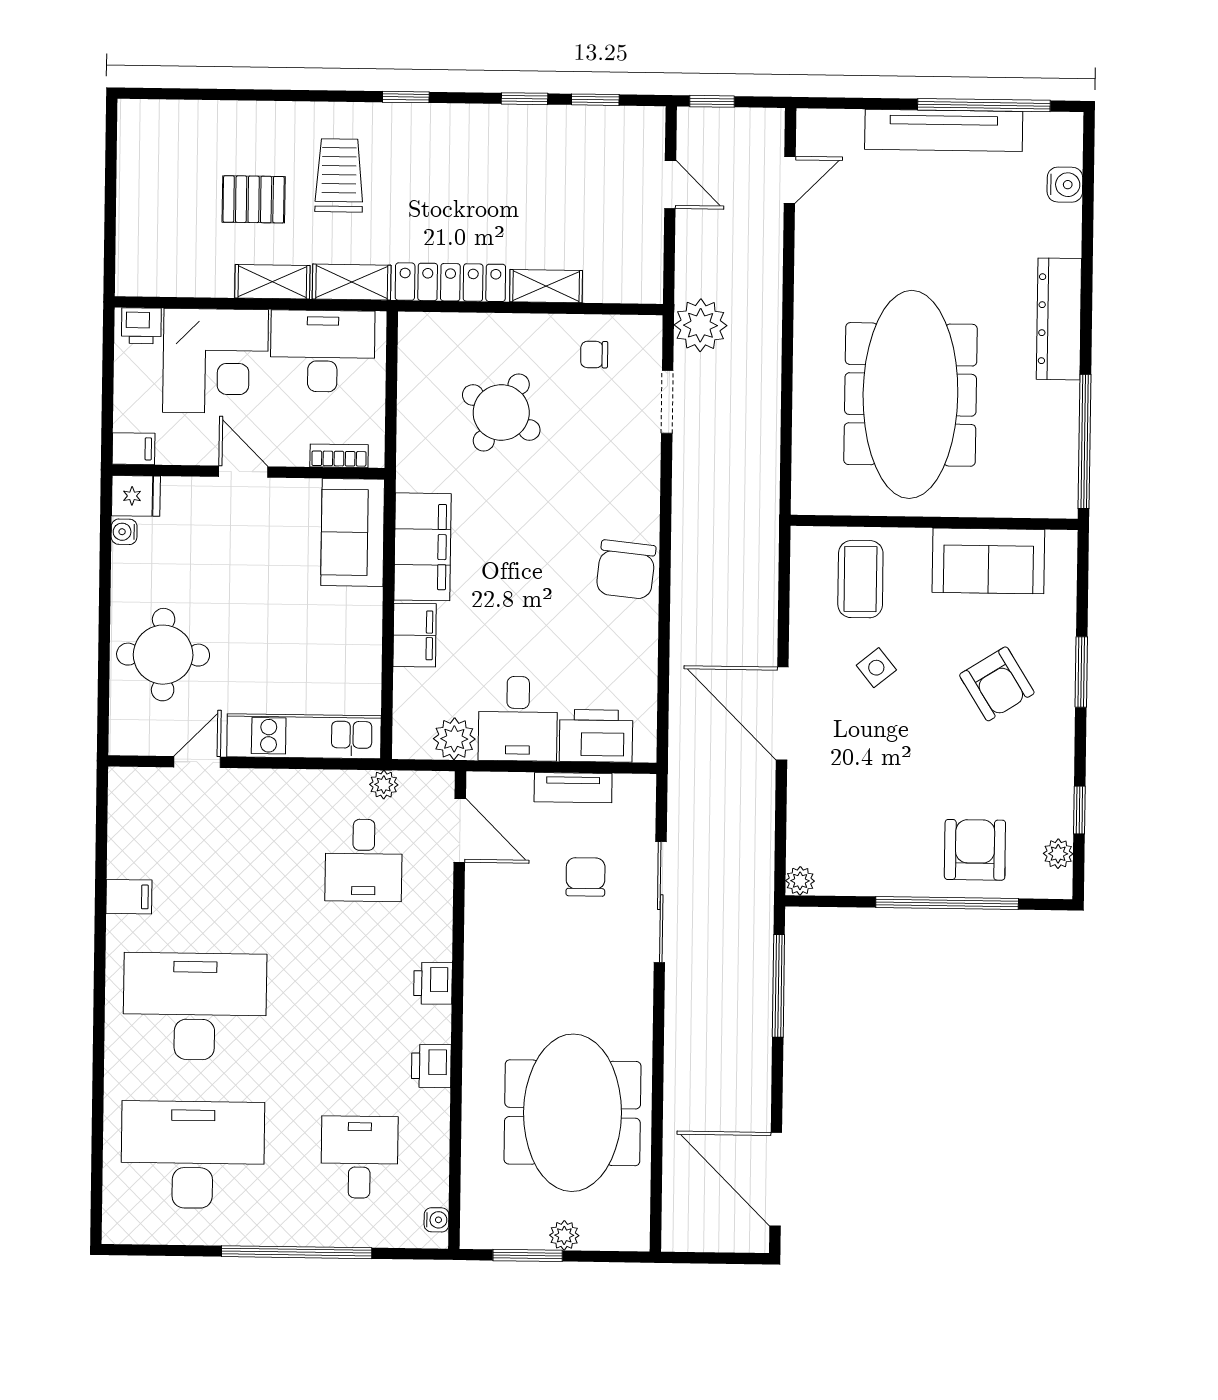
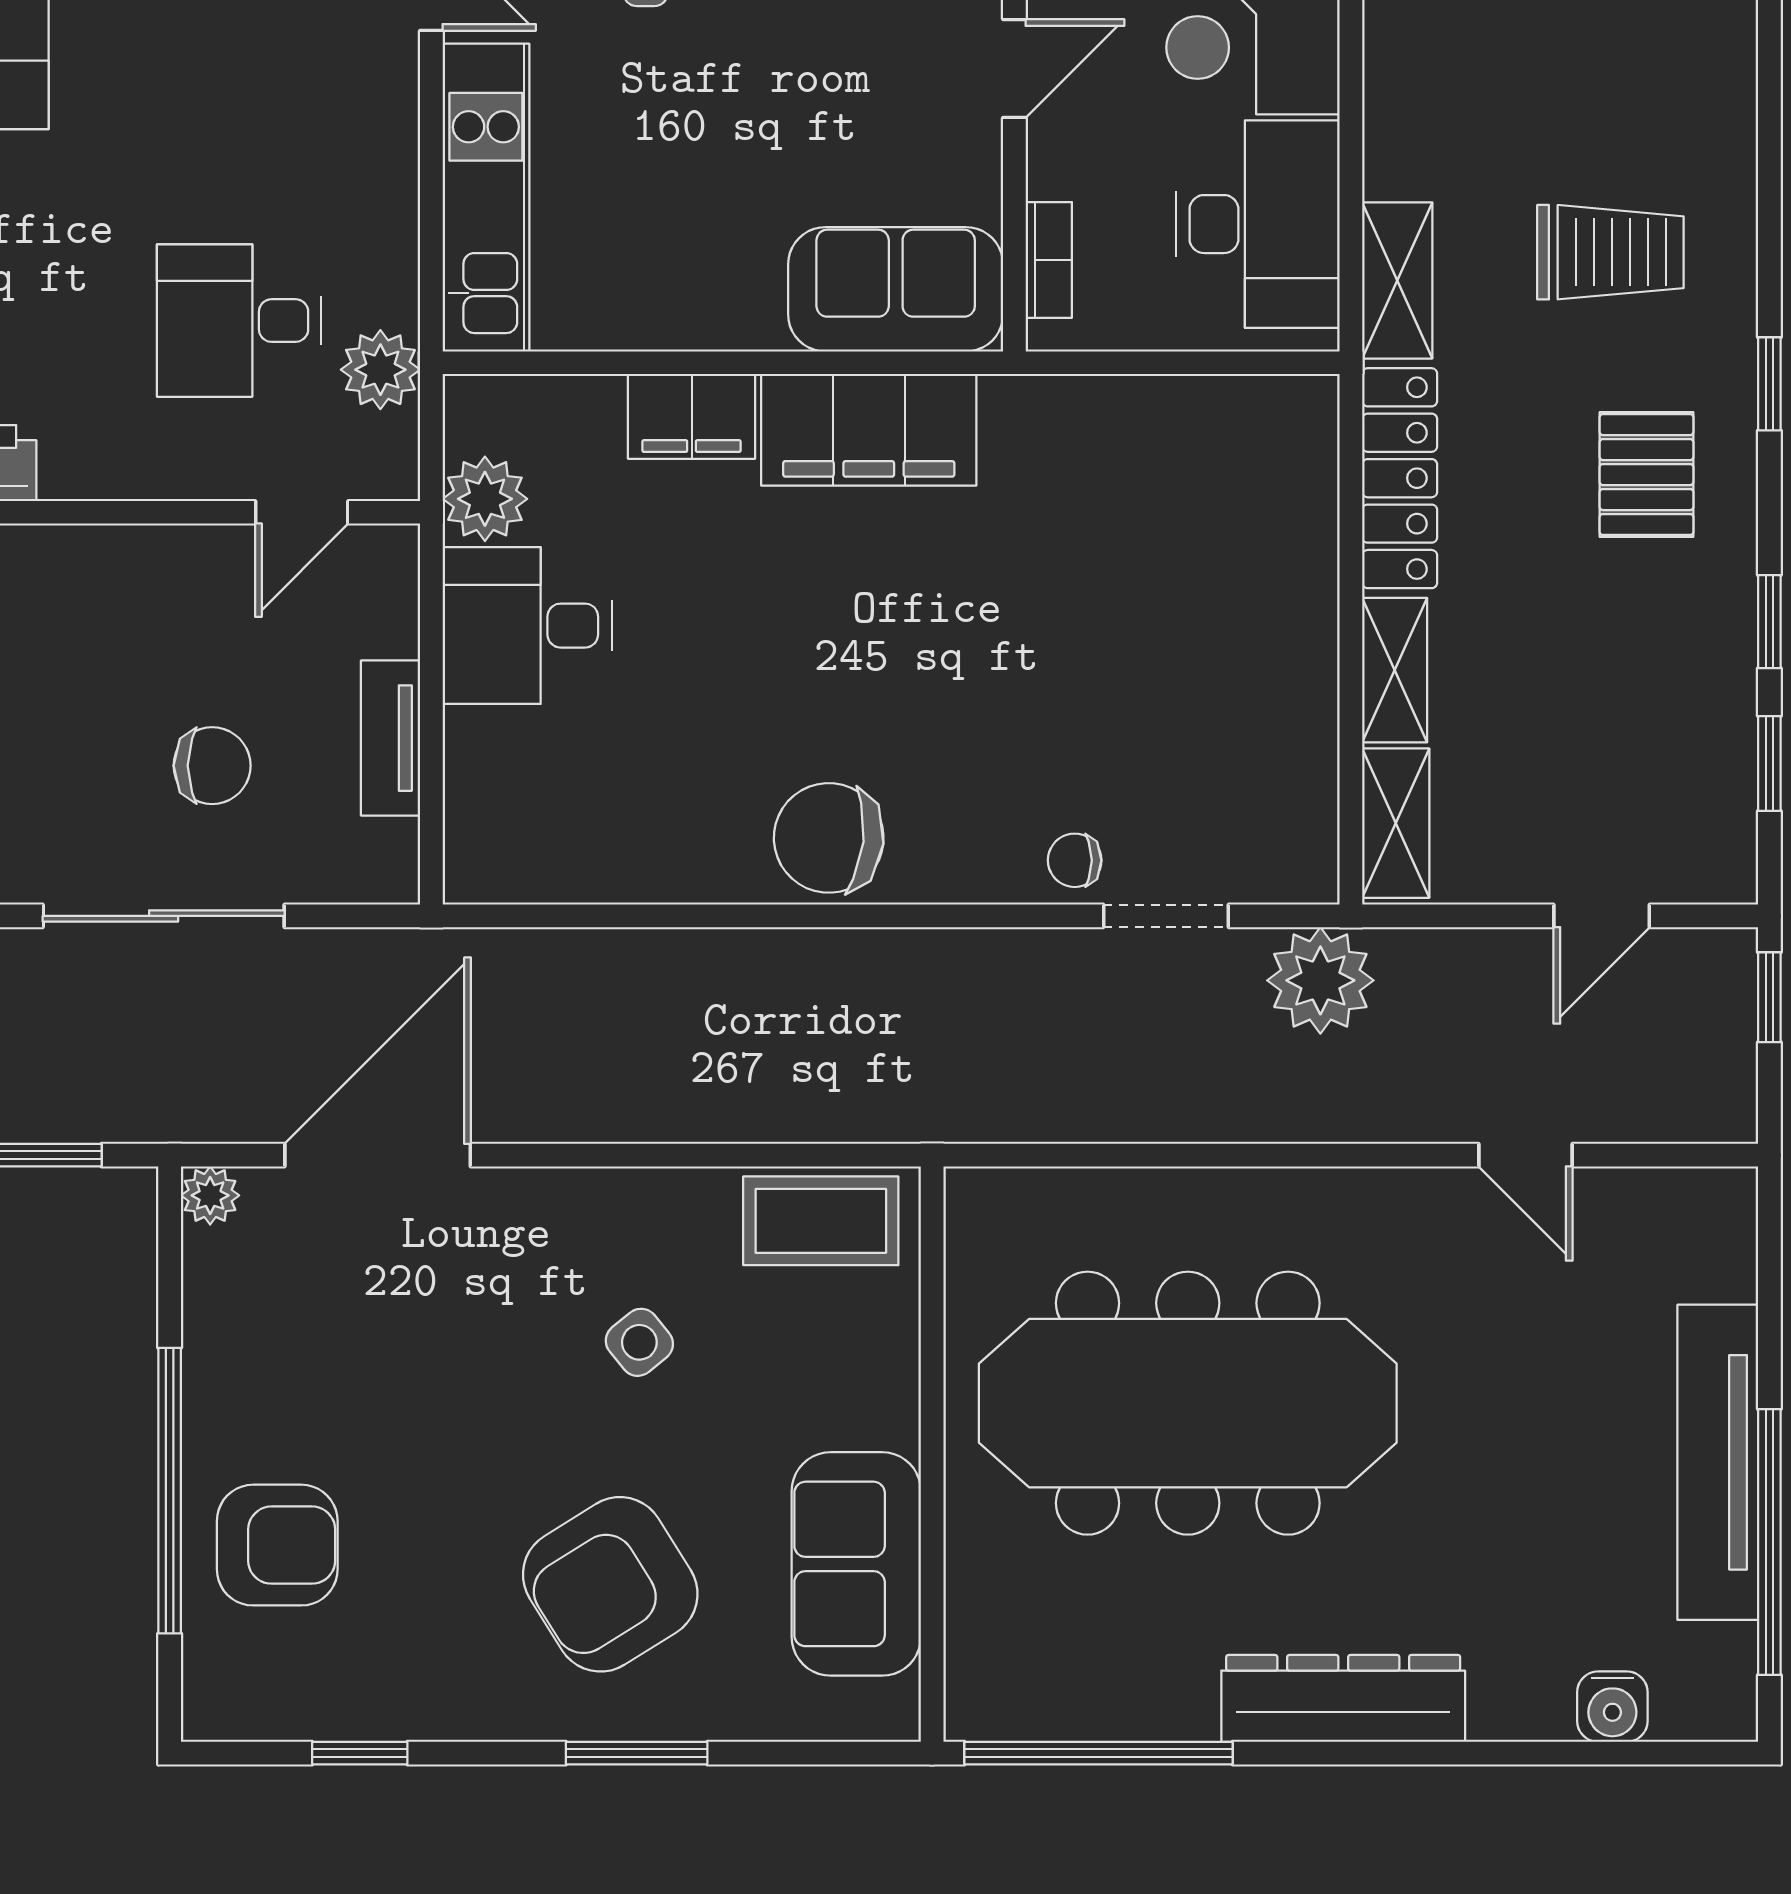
door: (790, 180) -> (1525, 1155), moved
pallet: (254, 199) -> (1646, 475), moved
shelving: (272, 282) -> (1396, 823), moved
chair: (594, 355) -> (1075, 860), moved, turned -90
round table: (501, 412) -> (1140, 584), removed
coffee table: (860, 579) -> (821, 1221), moved
armchair: (997, 684) -> (610, 1584), width x1.36, depth x1.36
door: (782, 714) -> (378, 1155), moved
printer: (596, 736) -> (495, 783), removed
plant: (384, 785) -> (380, 370), width x1.38, depth x1.38
door: (460, 830) -> (302, 512), width x0.73
plant: (1058, 854) -> (272, 1712), removed

